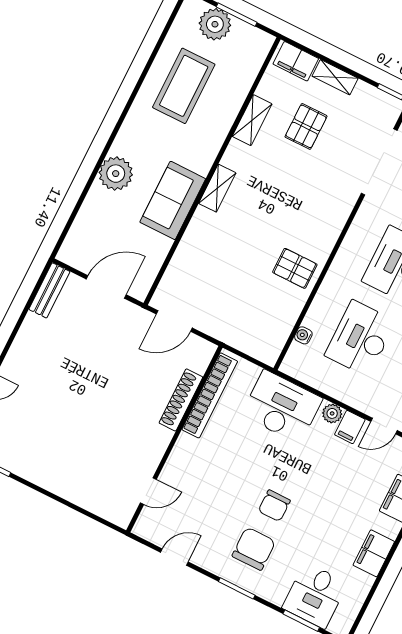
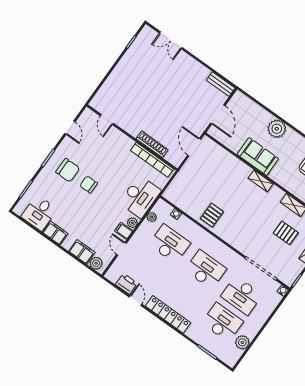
plant: (316, 379) -> (152, 217), added
desk: (315, 595) -> (39, 213), moved, turned -90

